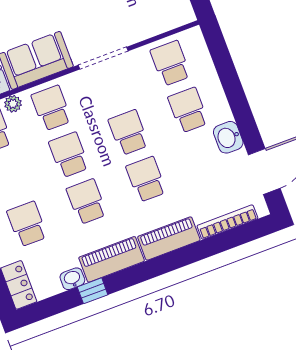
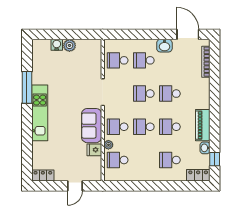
piano: (169, 238) -> (203, 93), removed
window: (93, 291) -> (215, 159), moved

